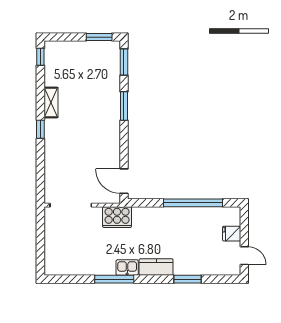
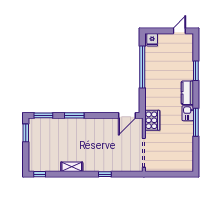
window: (40, 129) -> (105, 174), moved
fridge: (232, 234) -> (152, 40), moved

